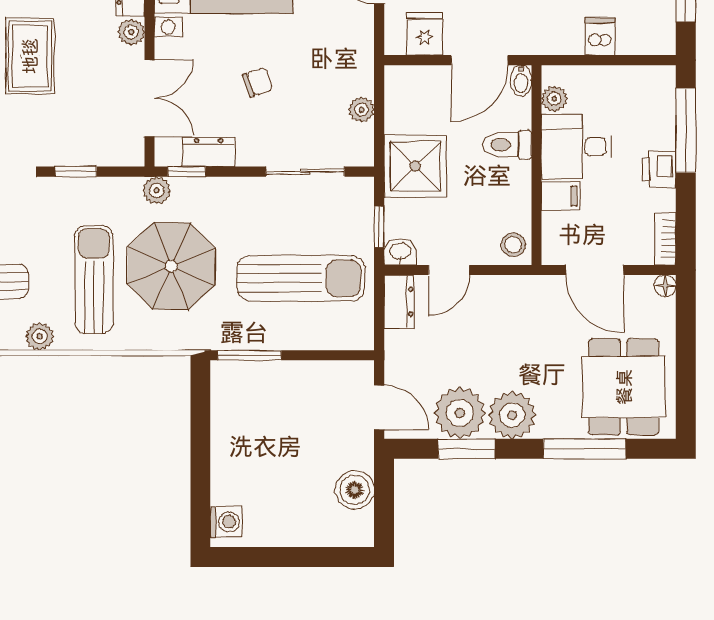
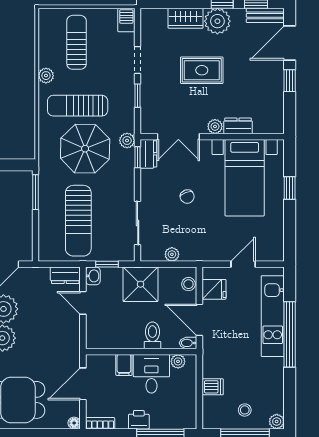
dresser: (209, 152) -> (148, 154), moved
stool: (513, 245) -> (188, 284), moved
sun lounger: (94, 280) -> (78, 106), turned 180

